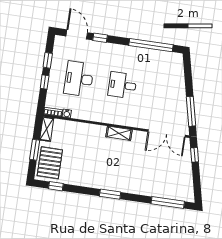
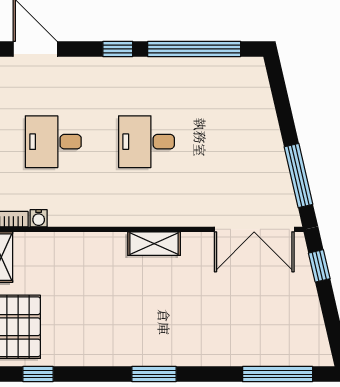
window: (100, 38) -> (118, 49), moved
desk: (79, 79) -> (53, 142), width x0.73

